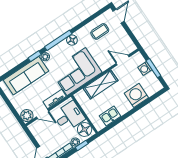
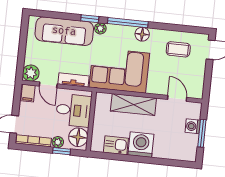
washing machine: (136, 95) -> (141, 145), moved
filing cabinet: (35, 128) -> (28, 93), added

